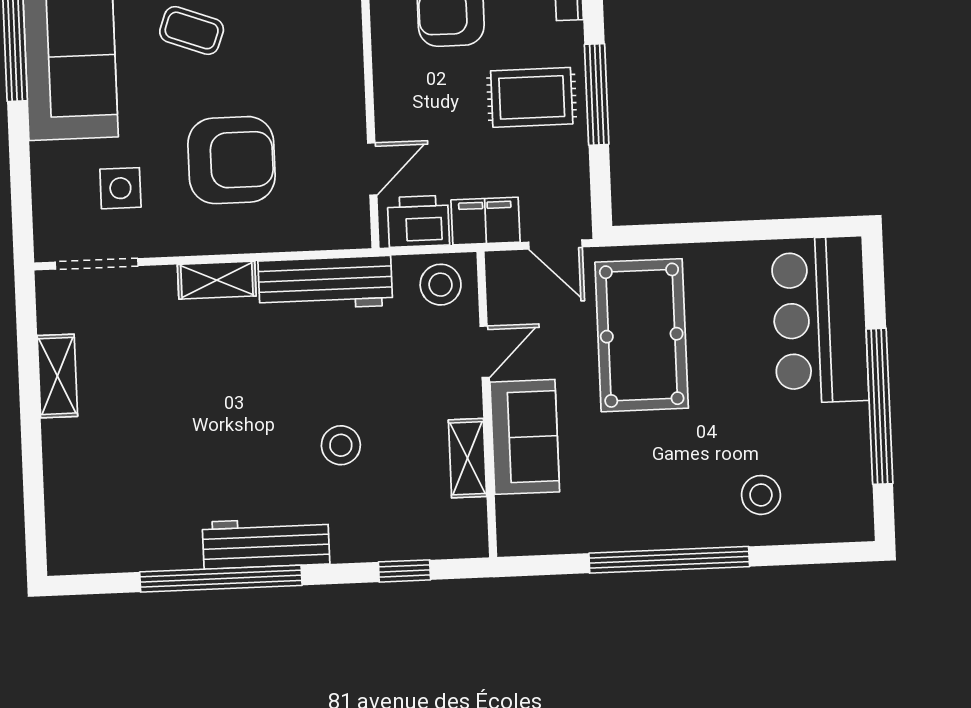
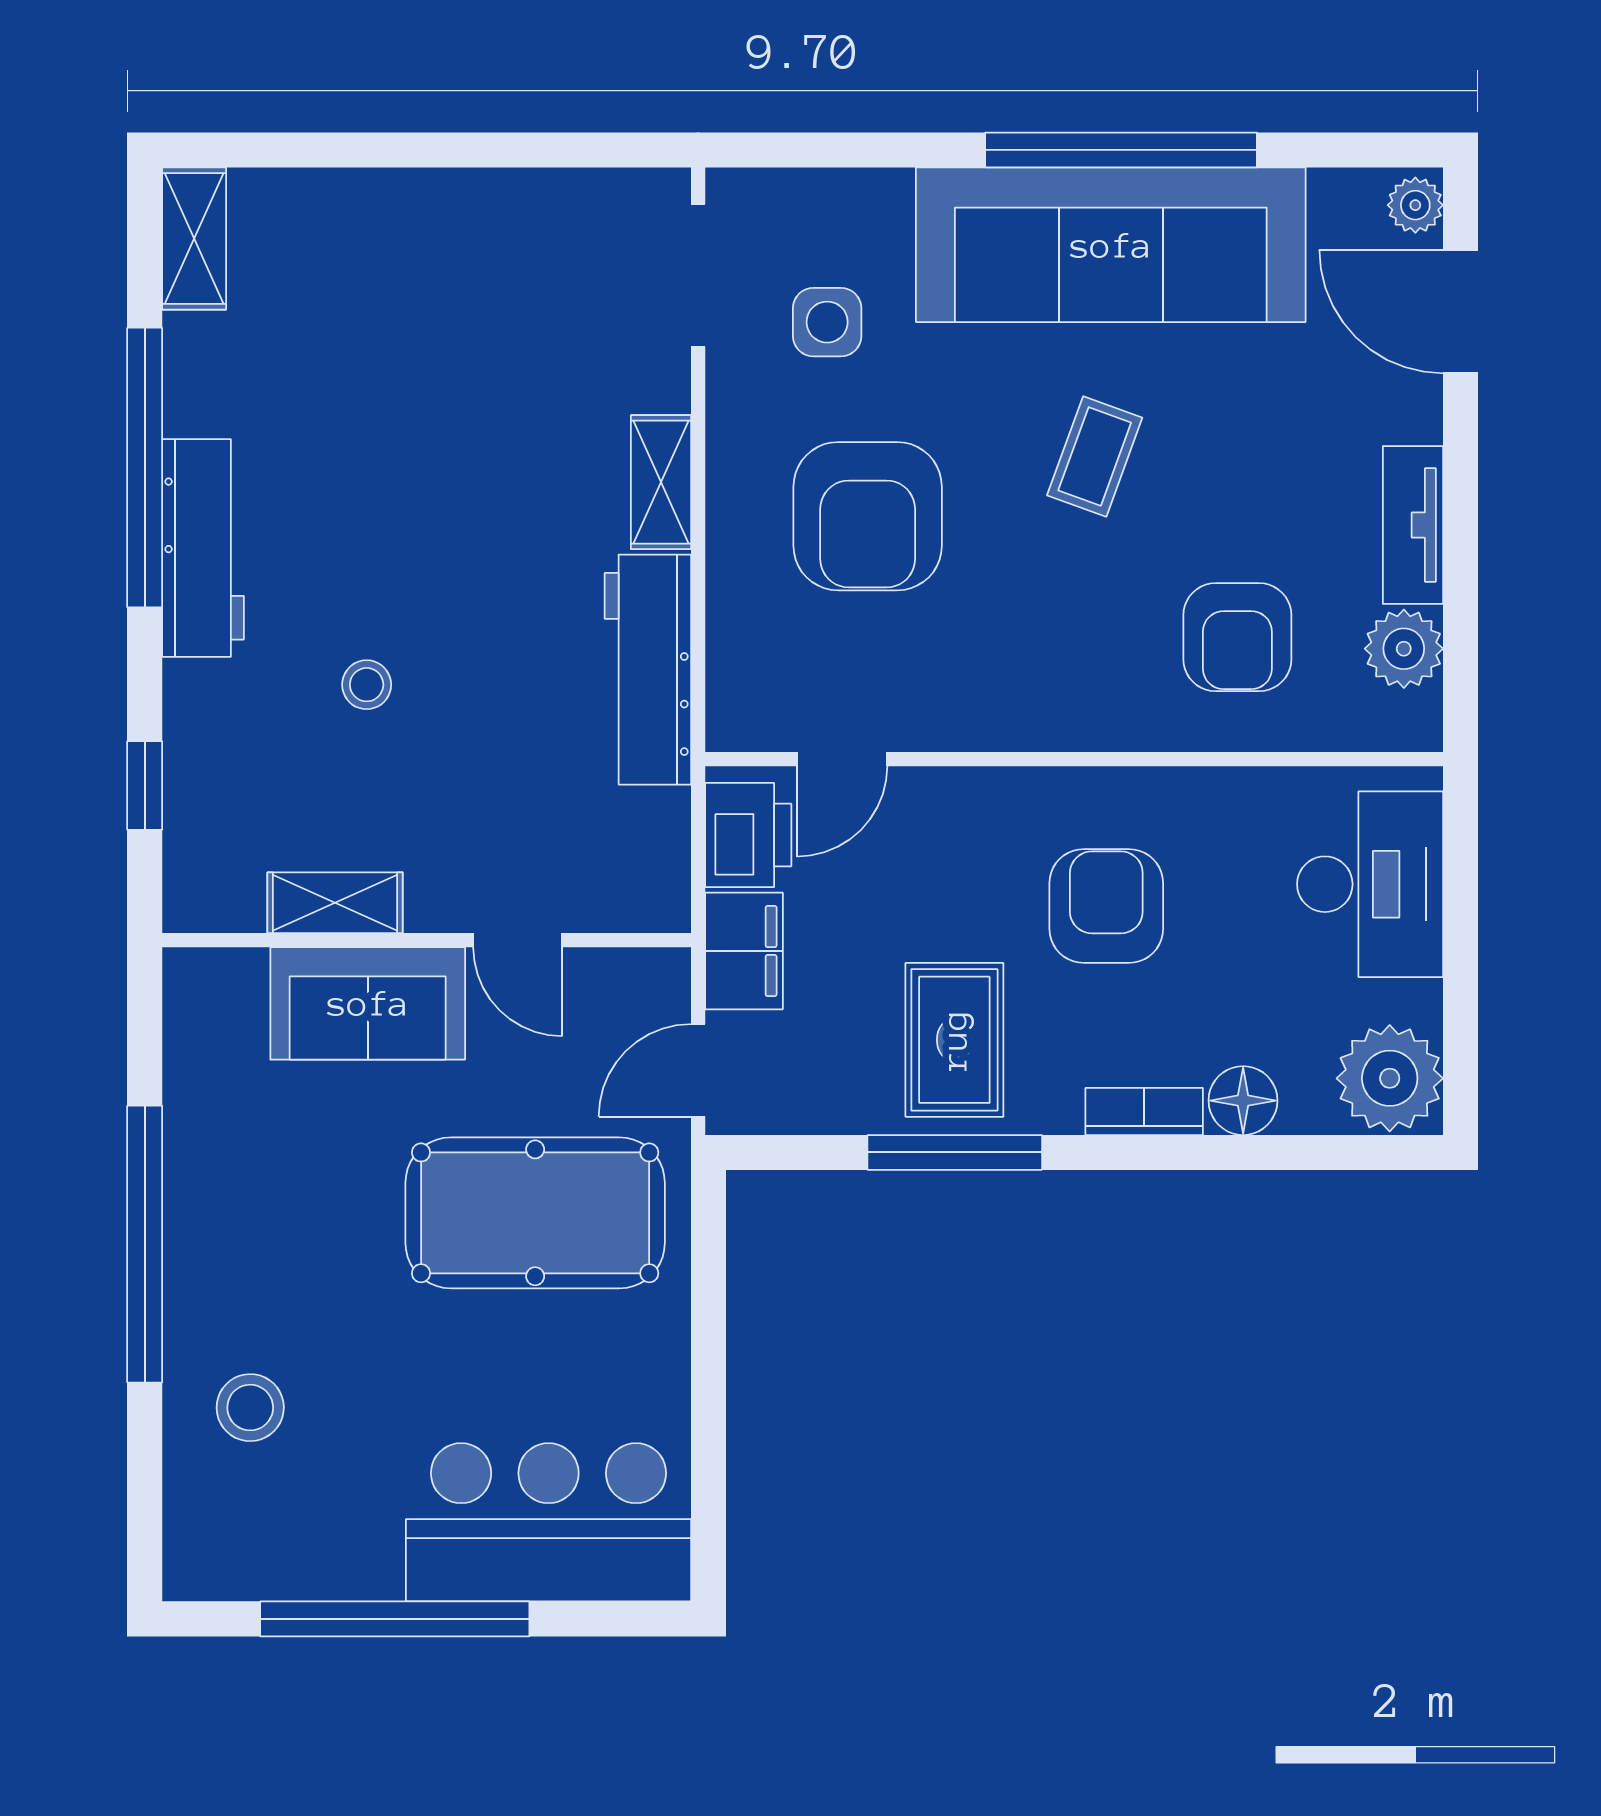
door: (372, 169) -> (842, 759), hinge flipped
stool: (441, 285) -> (637, 869), removed
shelving: (57, 376) -> (194, 238), moved, turned 90
stool: (341, 445) -> (367, 685), width x0.73, depth x0.73

